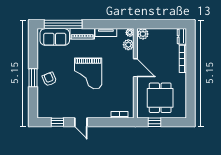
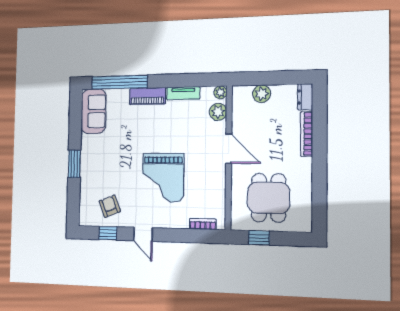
plant: (143, 34) -> (262, 94), moved
sofa: (55, 37) -> (94, 111), moved, turned -90
grand piano: (88, 73) -> (163, 178), moved
armchair: (49, 79) -> (110, 206), moved

